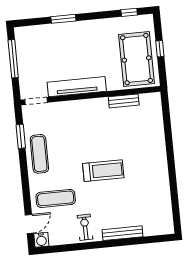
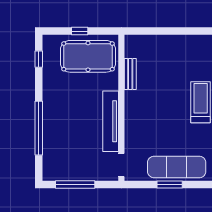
window: (63, 19) -> (39, 128), width x2.11
window: (21, 136) -> (170, 185), moved
exercise mat: (39, 154) -> (177, 167), width x1.36, depth x1.45

